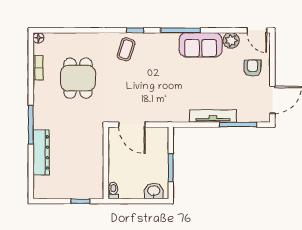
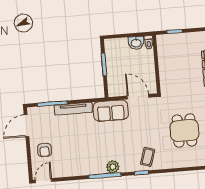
door: (257, 30) -> (43, 181), hinge flipped
plant: (231, 40) -> (113, 167), moved
sofa: (201, 45) -> (111, 111), moved, turned 180
washbasin: (154, 191) -> (136, 43), moved

